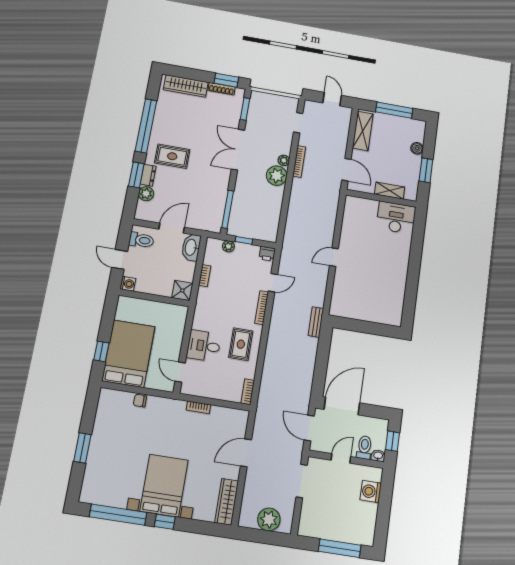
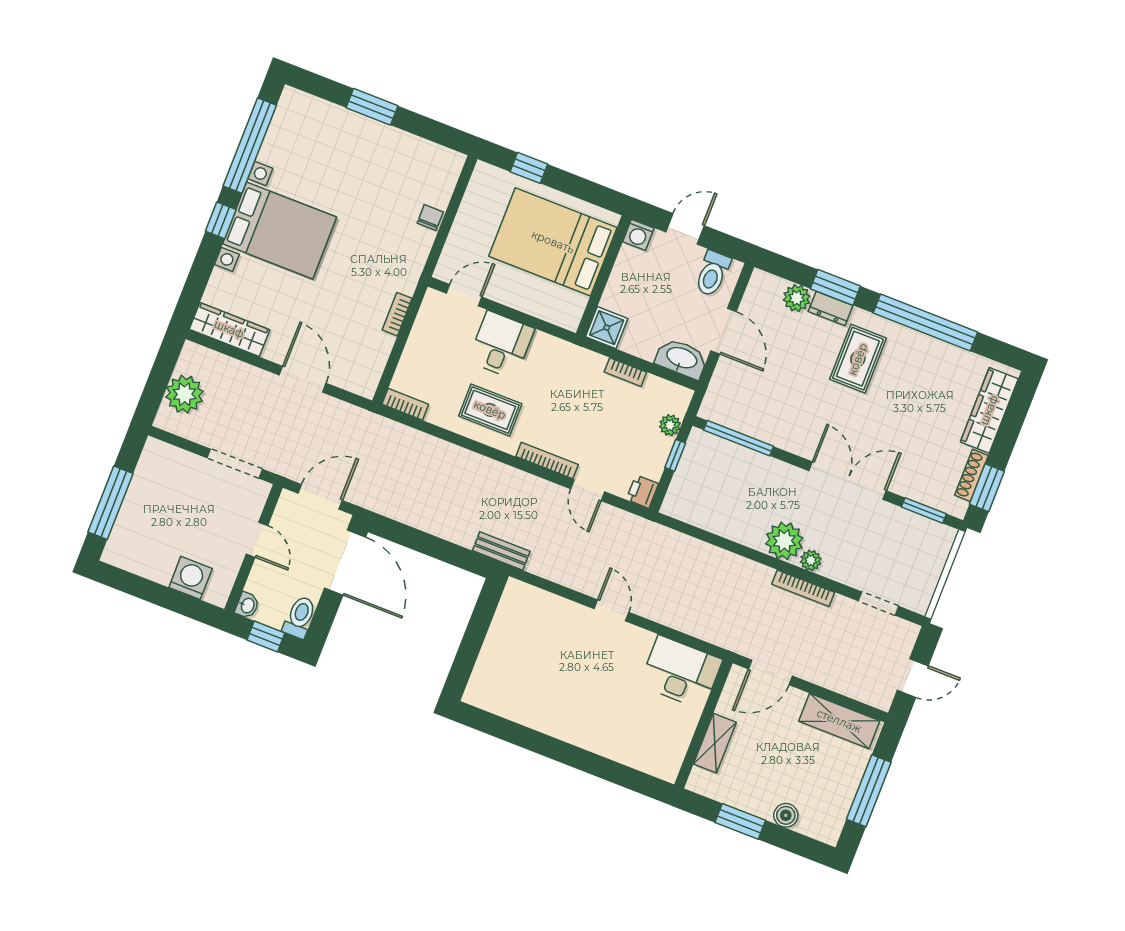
desk: (396, 218) -> (681, 672), moved, turned -90
bed: (129, 354) -> (553, 242), moved, turned 180
toilet: (364, 447) -> (300, 617), moved, turned -90

